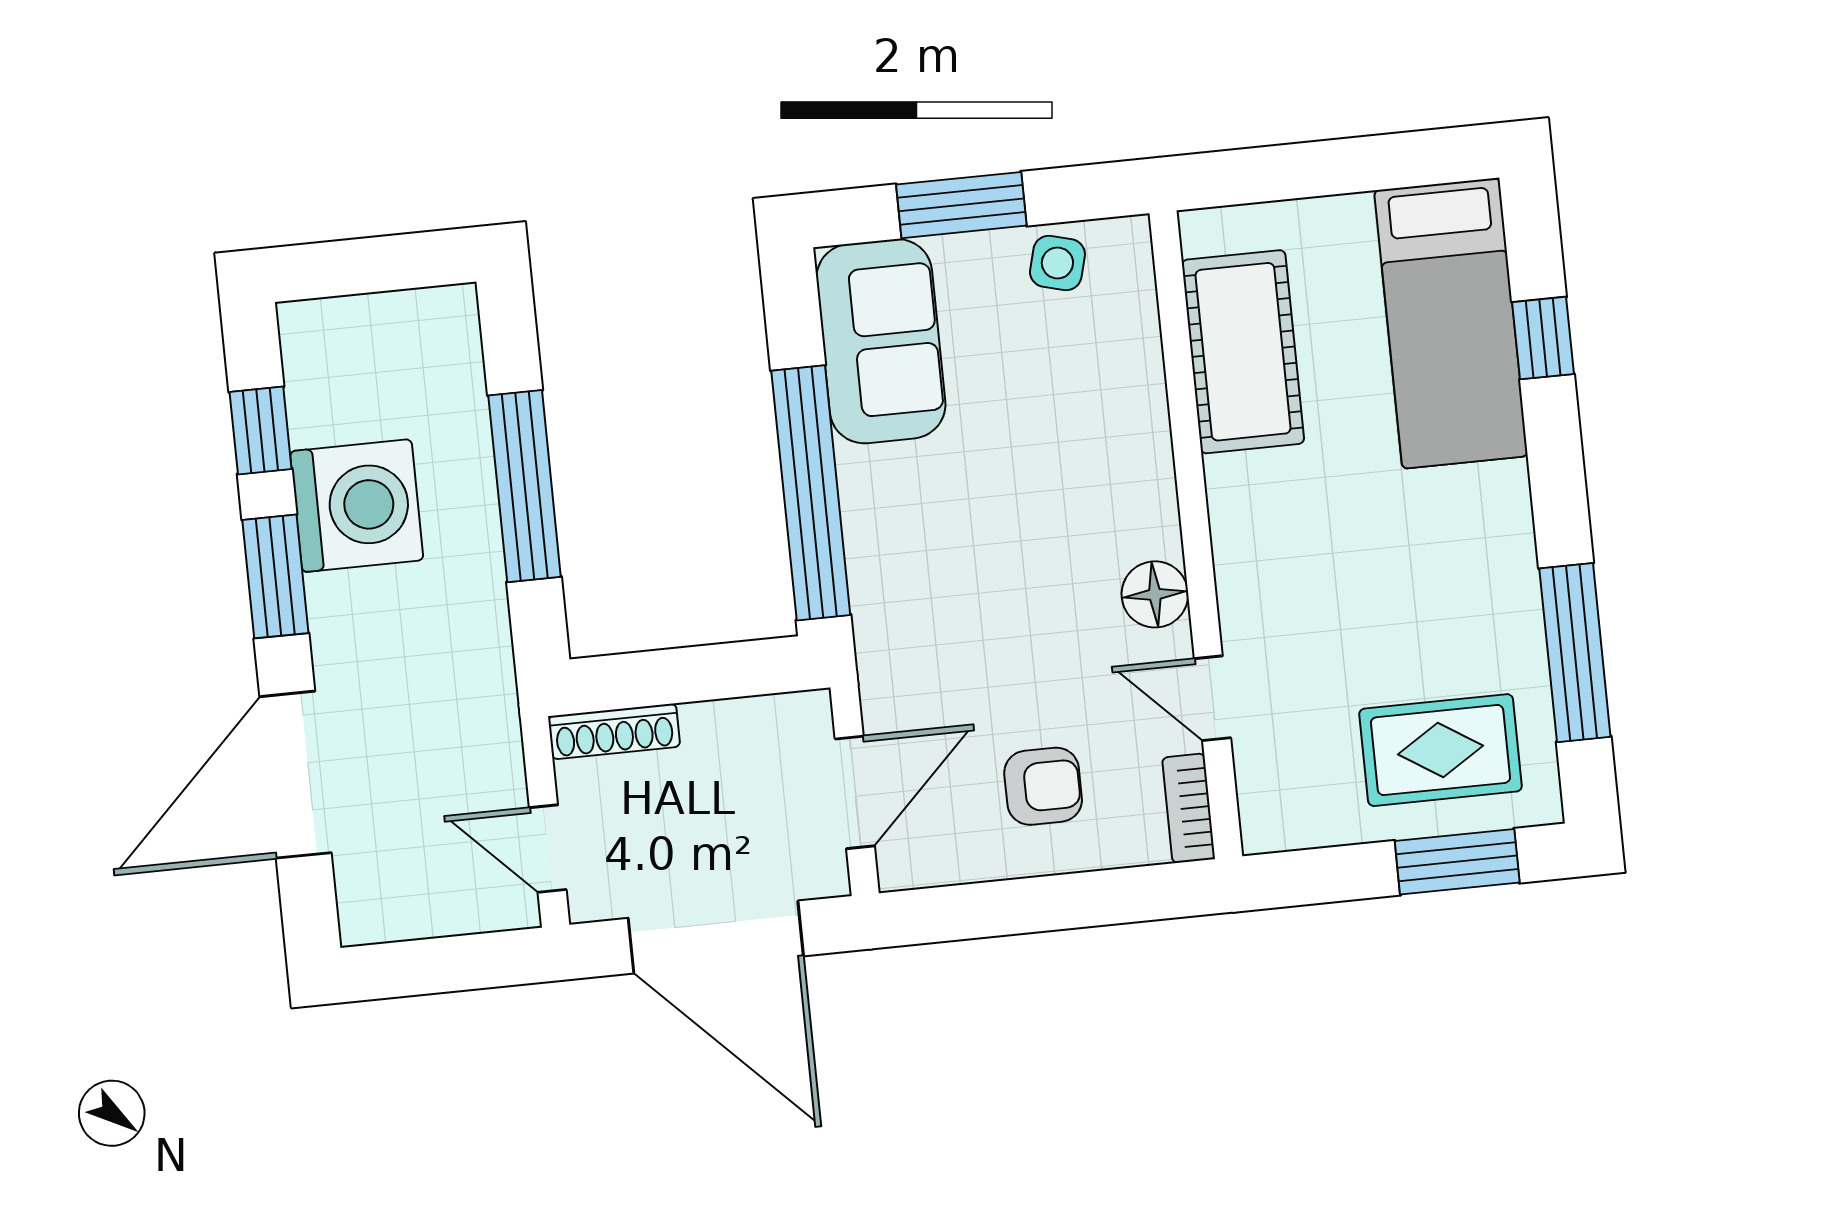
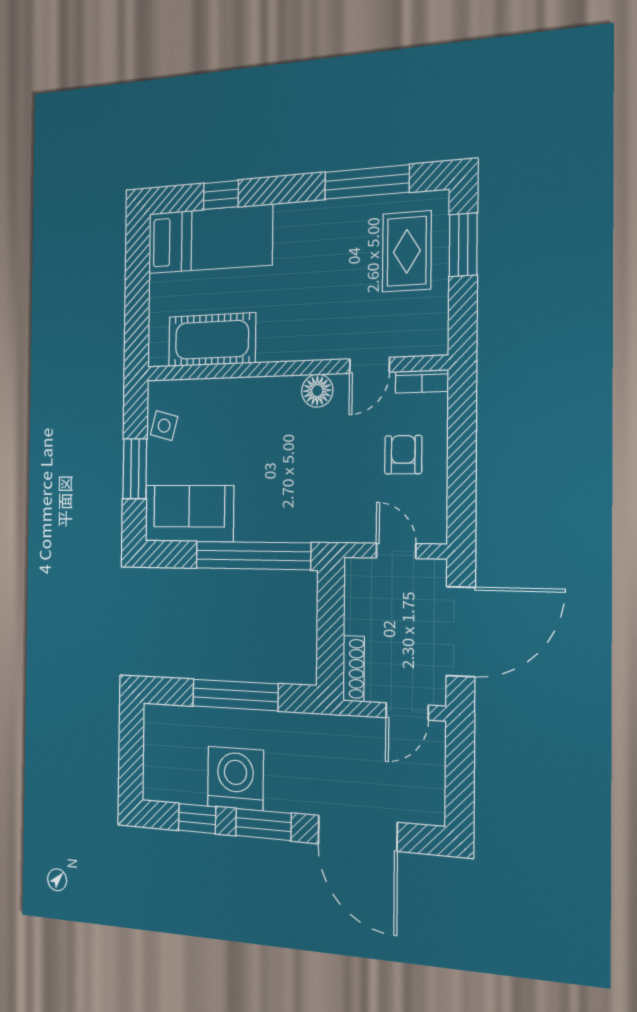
door: (855, 792) -> (396, 551), width x0.73

